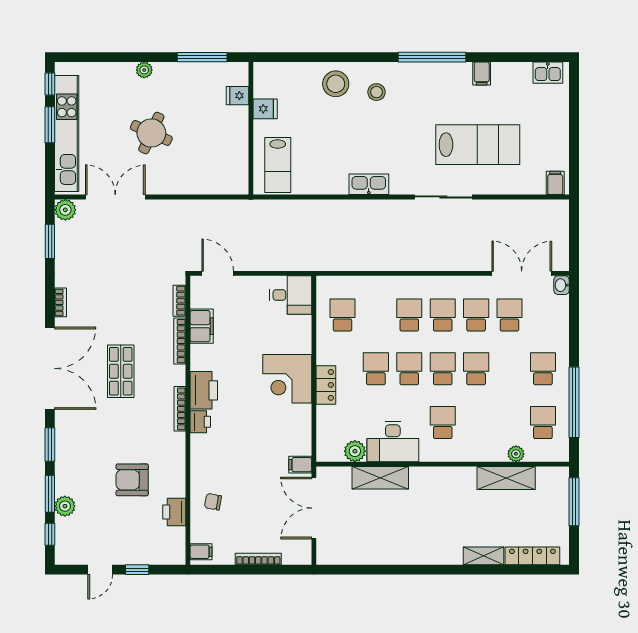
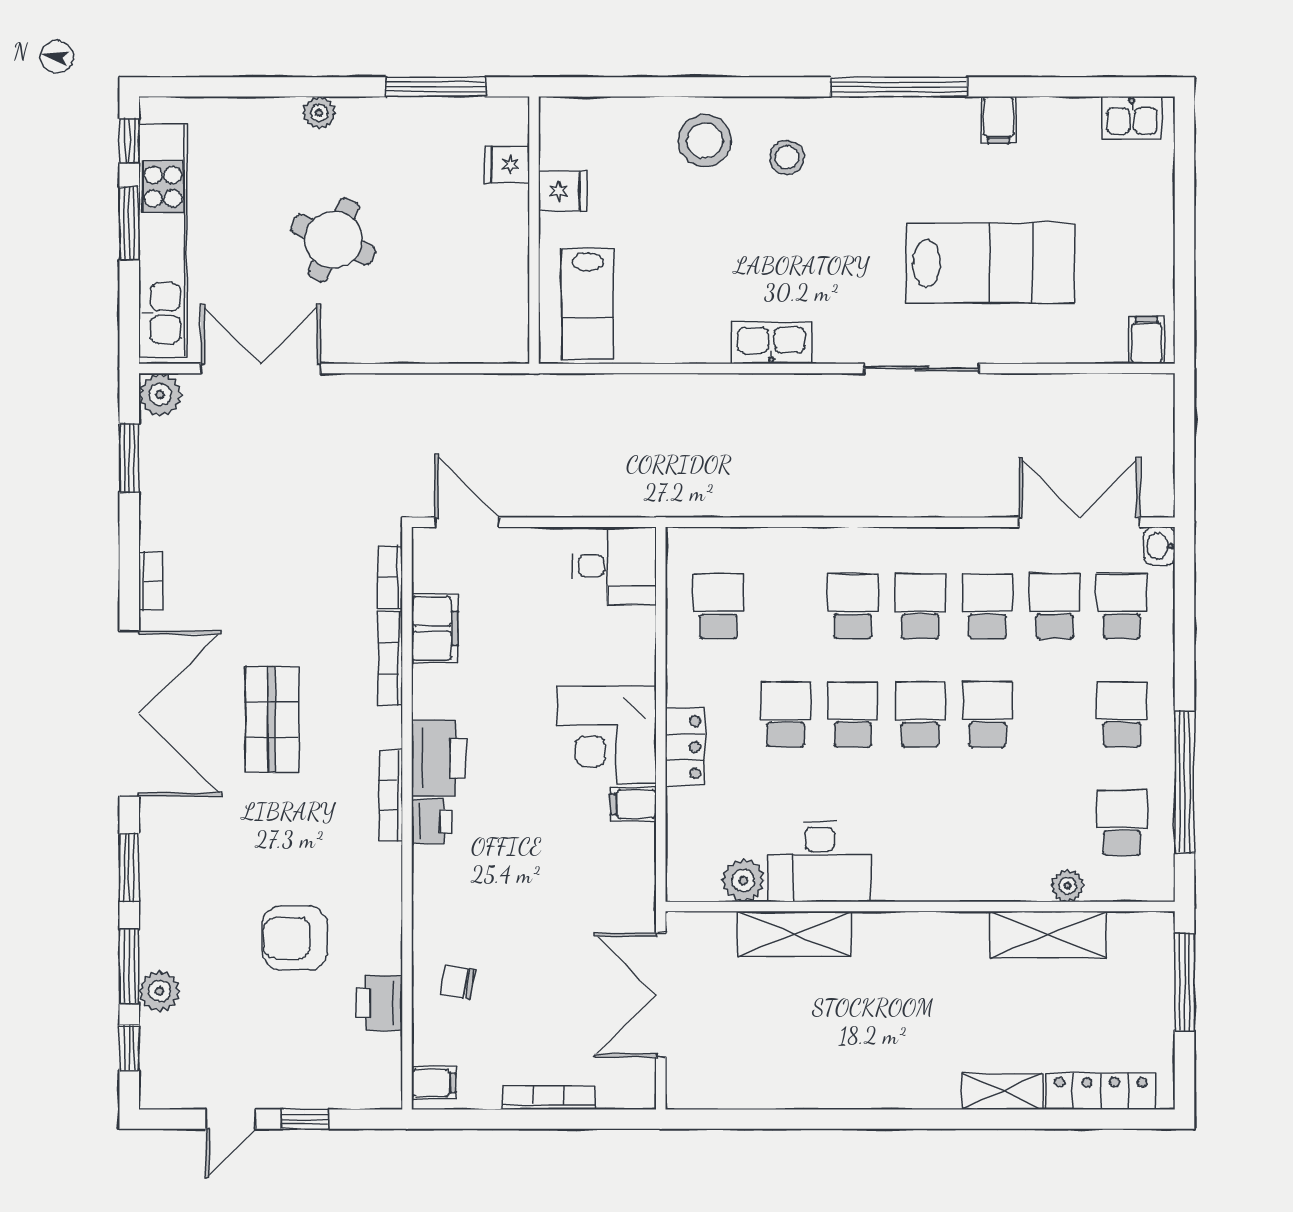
school desk: (443, 422) -> (1122, 606), moved
filing cabinet: (300, 465) -> (633, 804), moved

